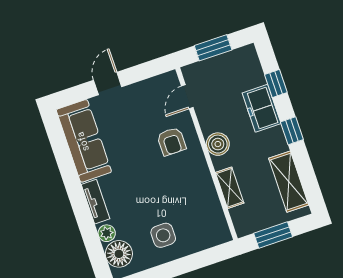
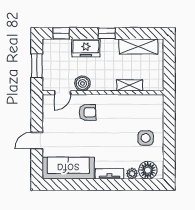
door: (108, 83) -> (37, 141), hinge flipped
window: (276, 83) -> (61, 33), moved
door: (187, 97) -> (63, 93), hinge flipped
boiler: (218, 144) -> (82, 83), moved
window: (273, 235) -> (169, 68), removed

